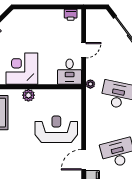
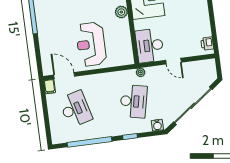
desk: (70, 72) -> (150, 46), width x1.37
reception desk: (56, 129) -> (91, 44), turned 180

